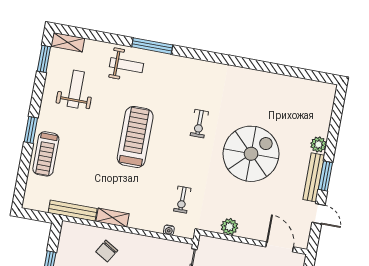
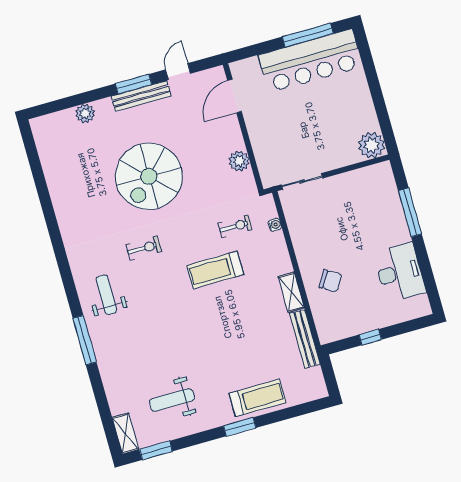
weight bench: (126, 65) -> (106, 295), moved
treadmill: (135, 137) -> (215, 270), moved, width x0.73, depth x0.73
plant: (318, 144) -> (85, 113), moved
spiral stairs: (251, 154) -> (149, 176), turned -90

